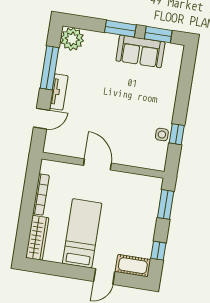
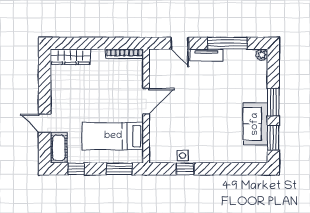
plant: (72, 39) -> (262, 55), width x0.53, depth x0.53
bookcase: (41, 194) -> (124, 54), moved
bed: (82, 233) -> (113, 136), moved, turned 180

